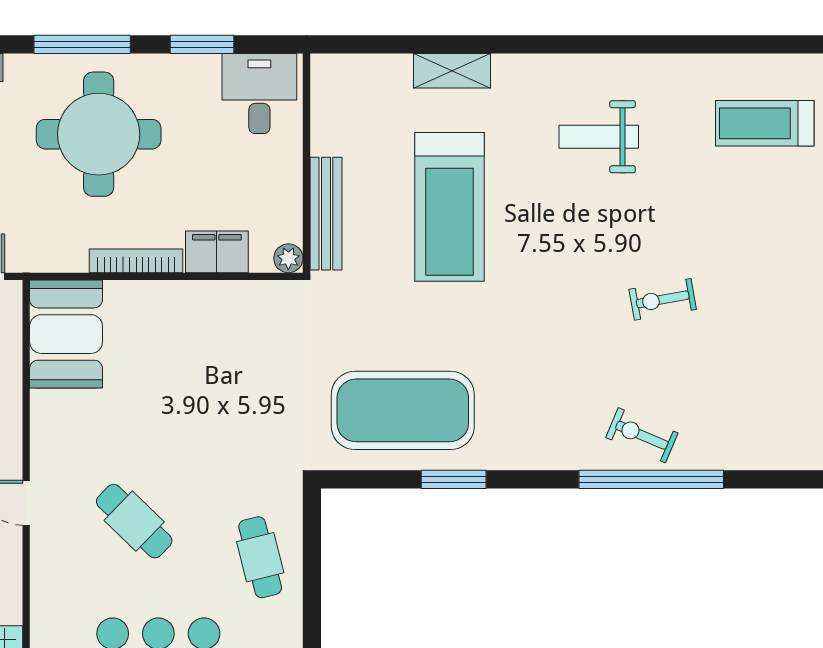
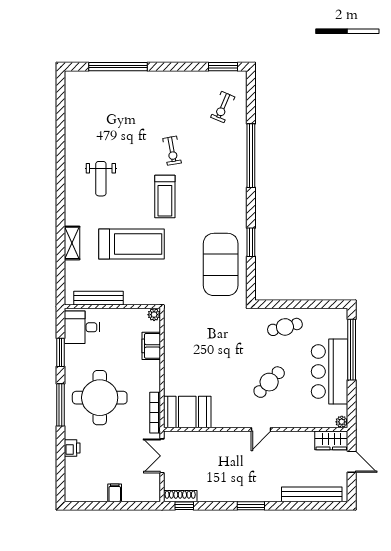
treadmill: (765, 123) -> (165, 196), moved
bench: (326, 214) -> (98, 298), moved
bookcase: (136, 261) -> (155, 413), moved
exercise bike: (642, 435) -> (223, 107), moved

